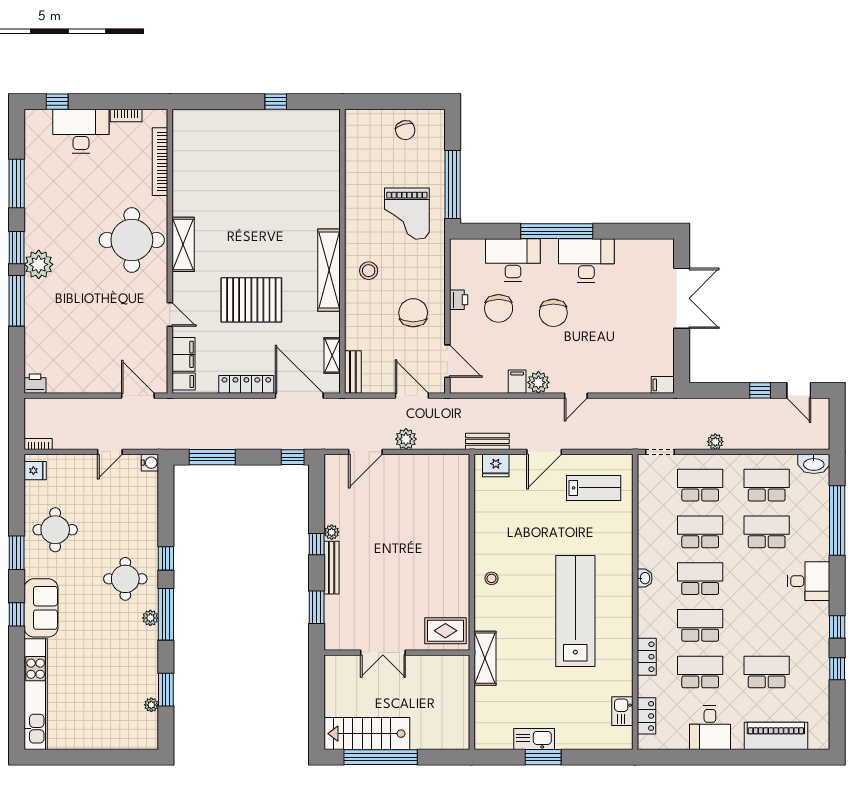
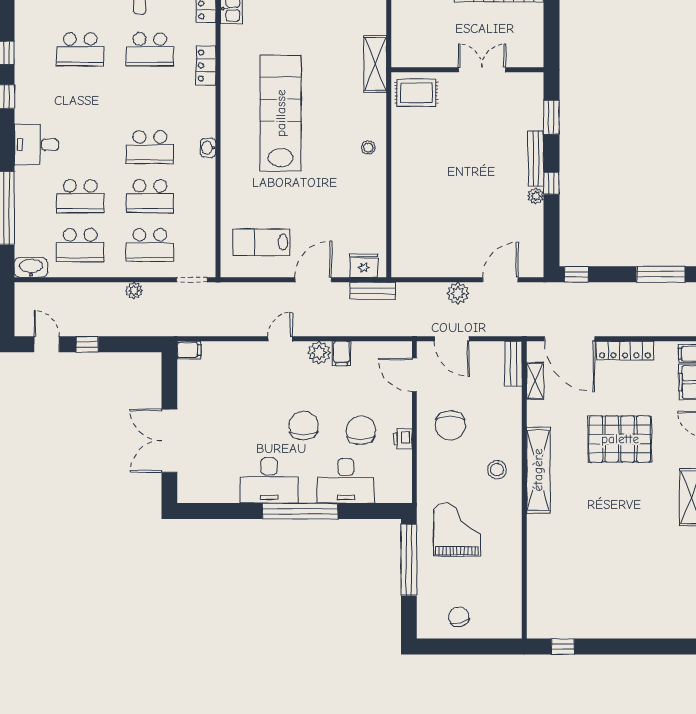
window: (276, 102) -> (563, 647), moved
lab bench: (575, 611) -> (281, 113), turned 180
school desk: (700, 625) -> (150, 98), removed

